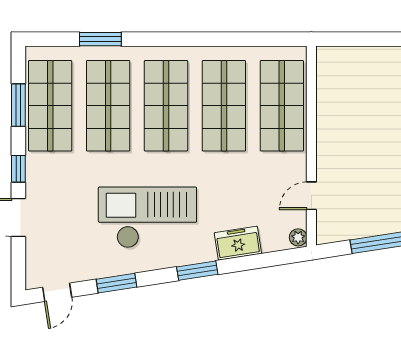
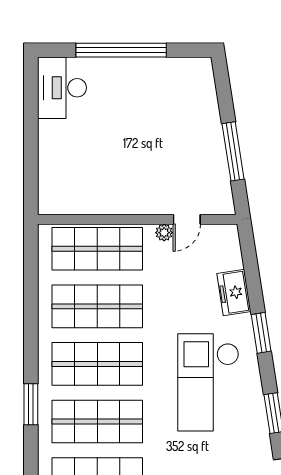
window: (100, 39) -> (31, 404), moved
door: (311, 196) -> (187, 219), hinge flipped
plant: (298, 237) -> (164, 233), moved

